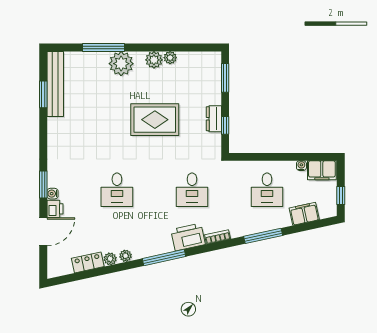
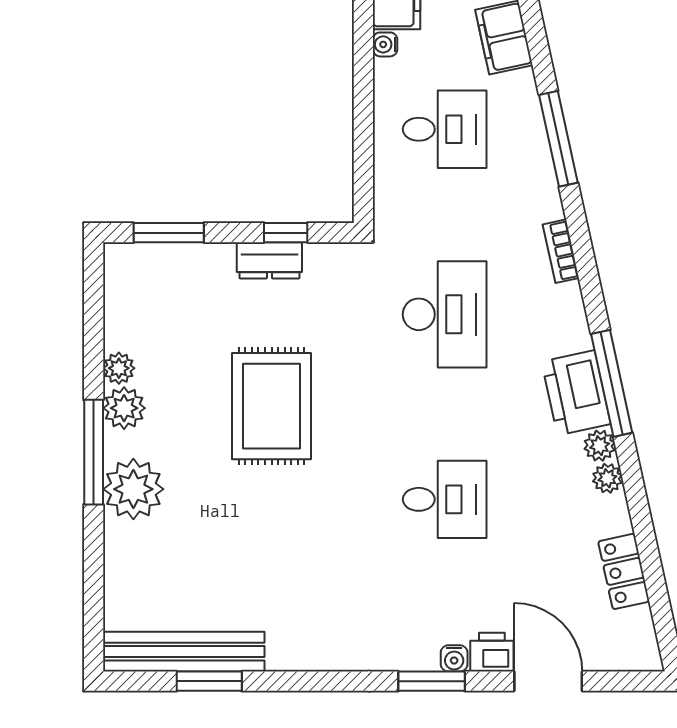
window: (104, 47) -> (94, 452), moved
desk: (192, 190) -> (445, 314), width x1.37
printer: (188, 237) -> (576, 393), moved
plant: (110, 259) -> (600, 446), moved

